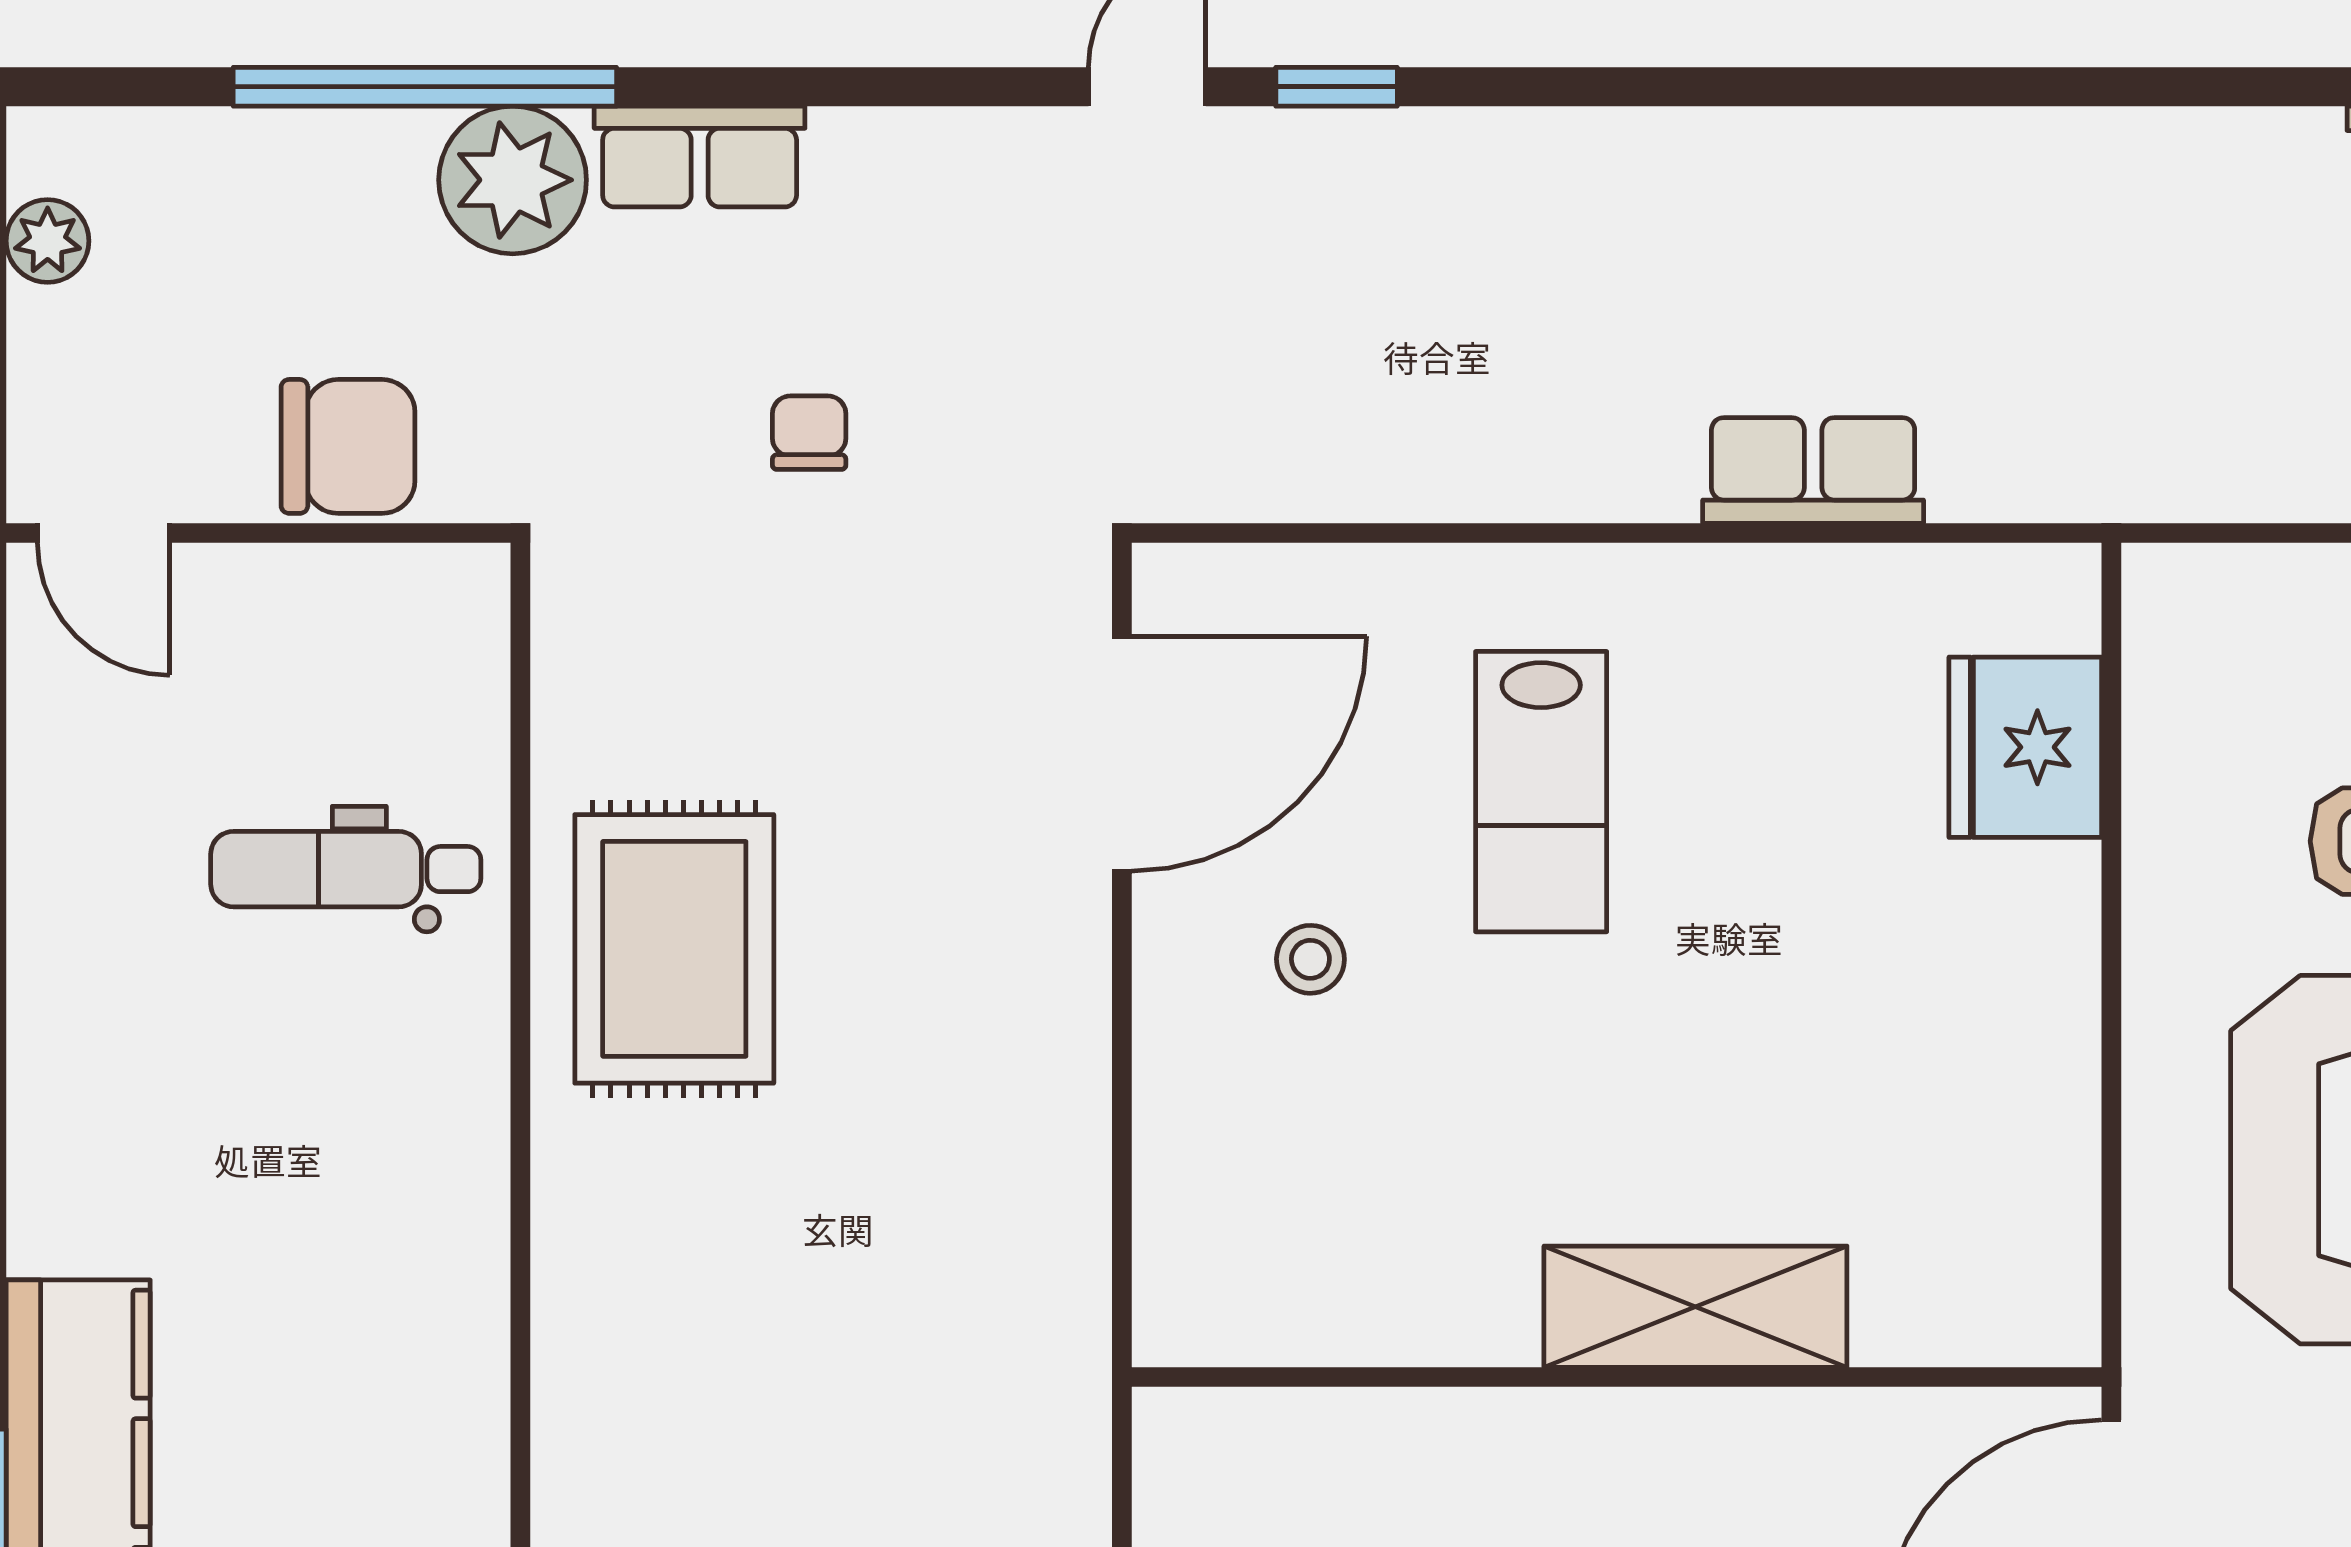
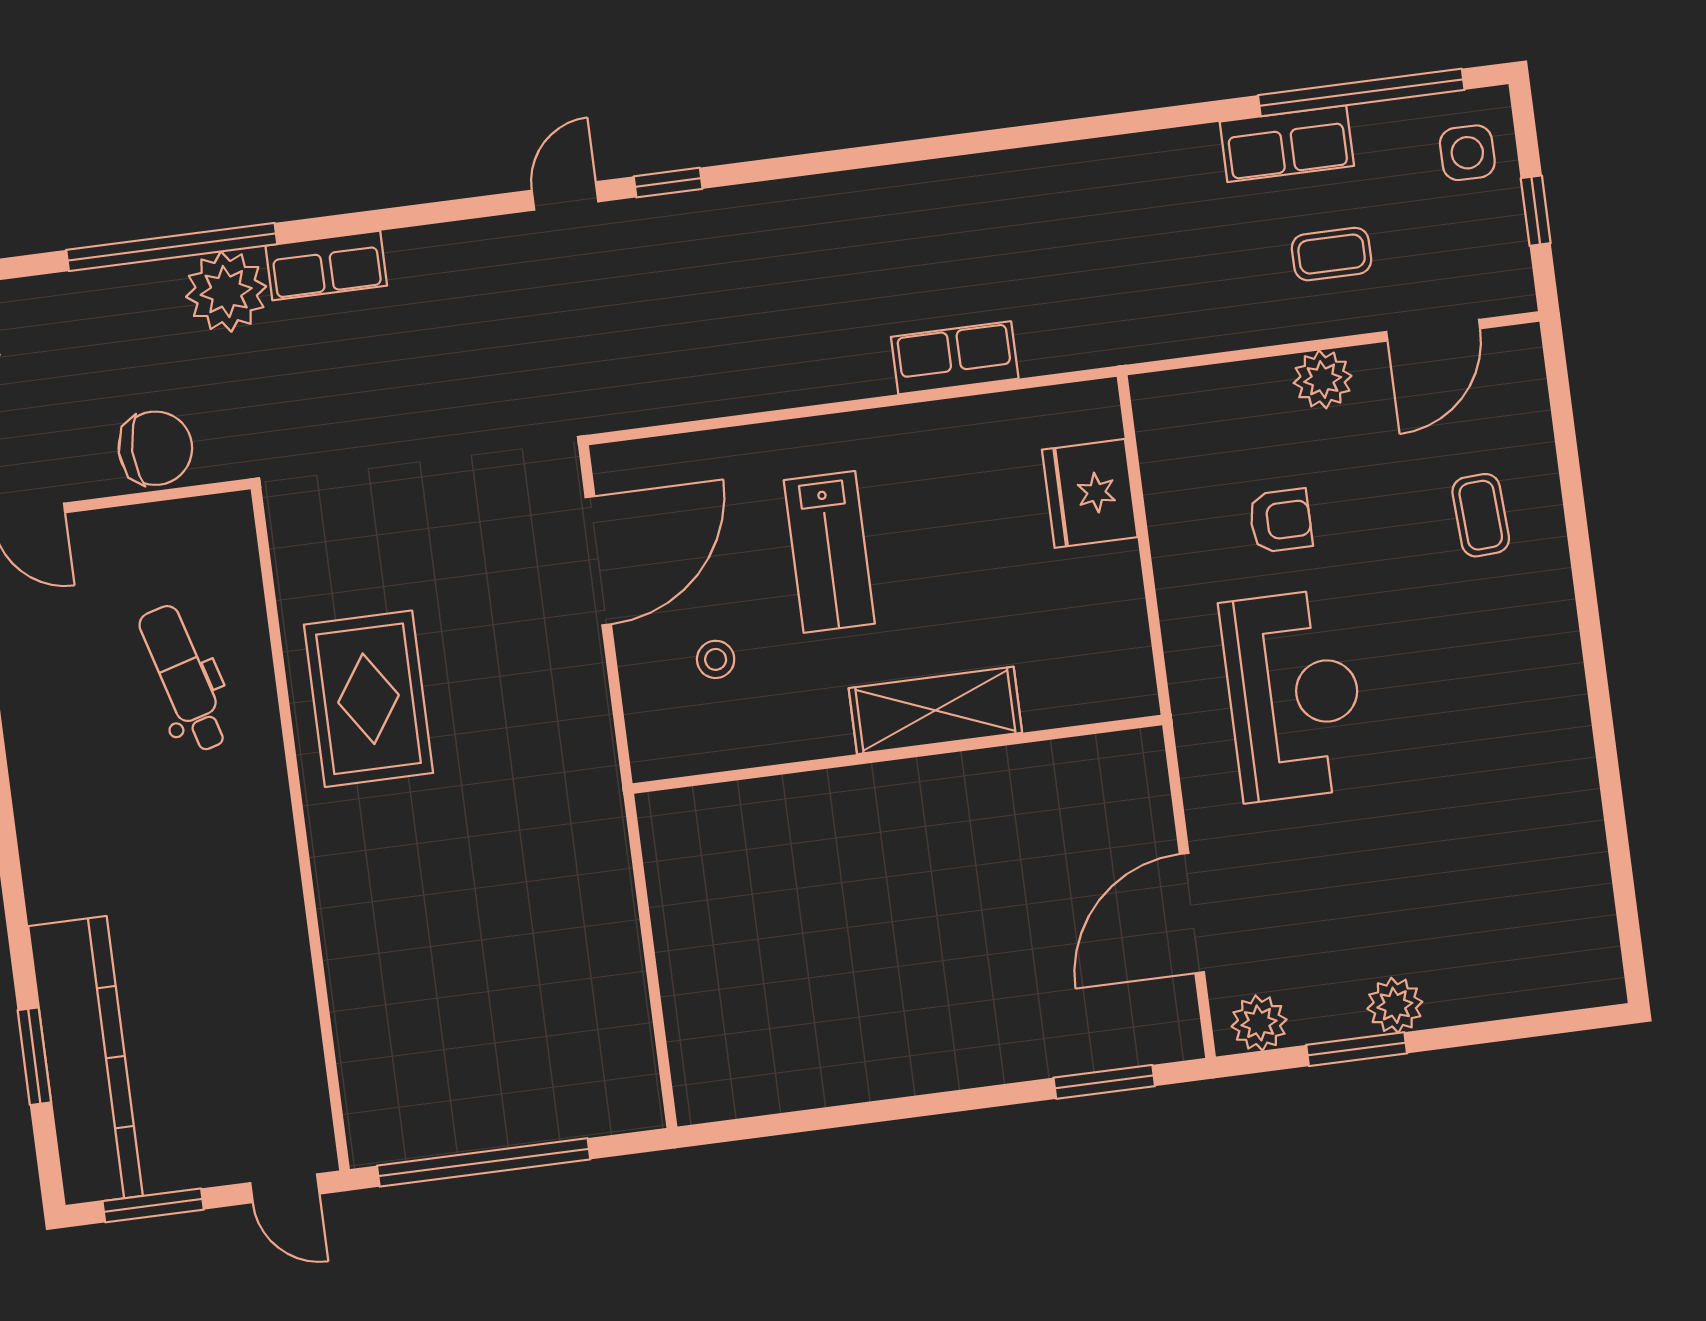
chair: (809, 433) -> (405, 408), removed
dental chair: (346, 869) -> (184, 679), turned 74
shelving: (1695, 1307) -> (935, 710), moved
wall: (1617, 1377) -> (897, 754), moved

